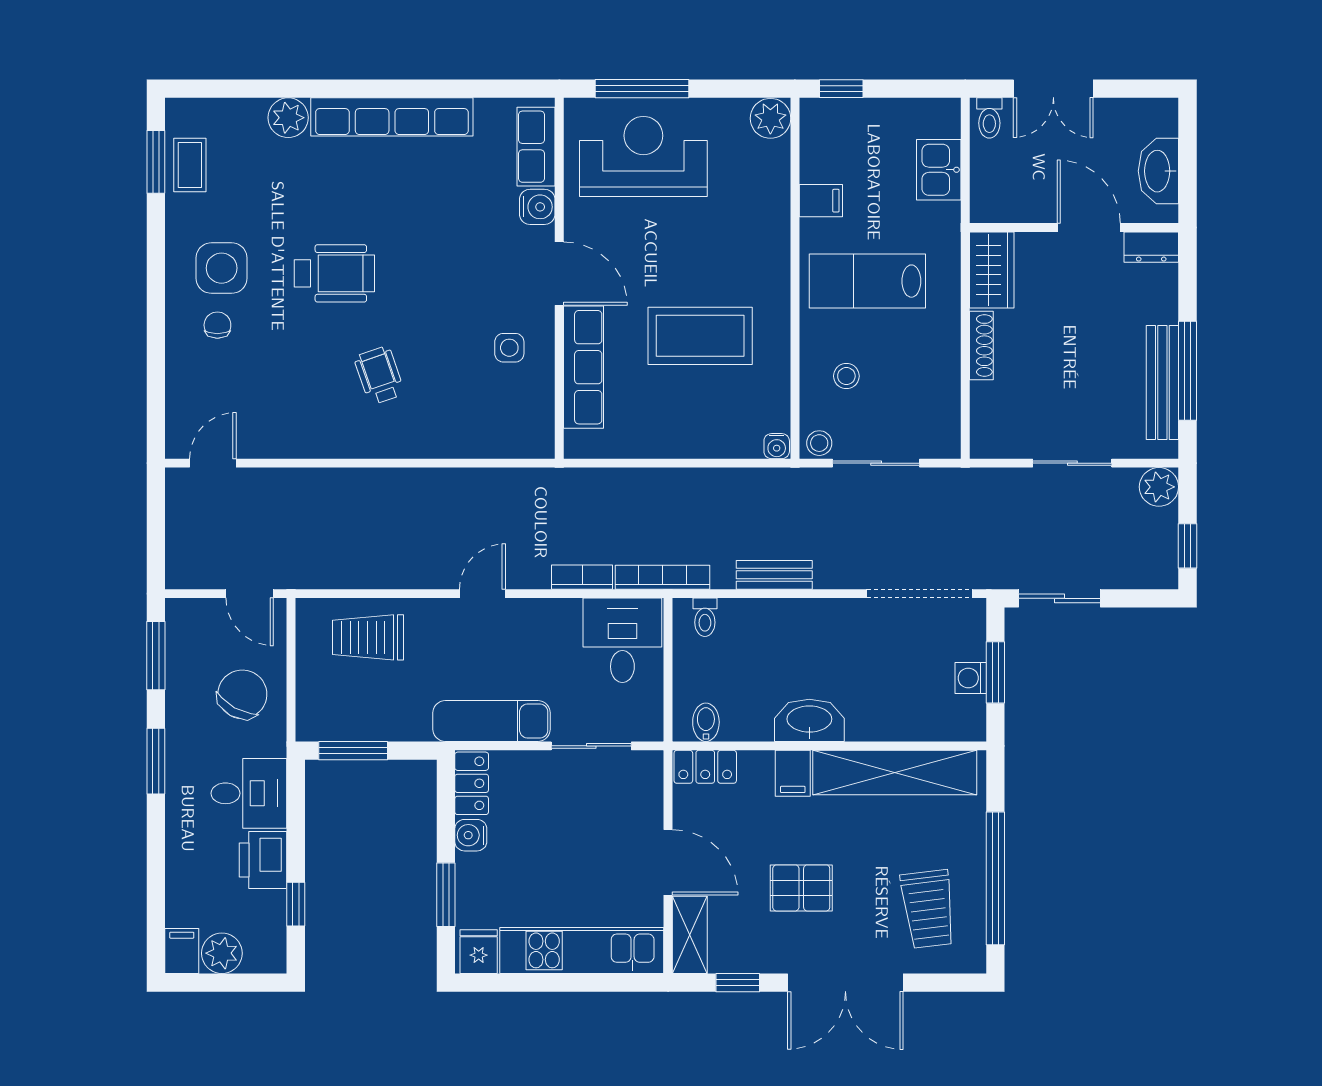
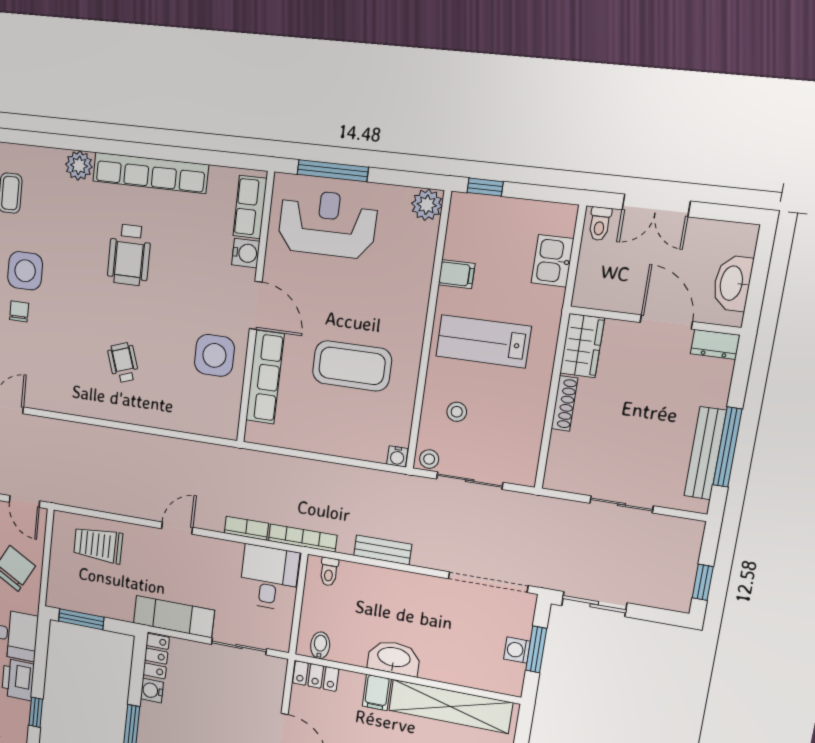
wheelchair: (334, 273) -> (129, 255), moved, turned 90
side table: (509, 348) -> (214, 355), width x1.87, depth x1.87
plant: (1159, 487) -> (688, 534), removed

